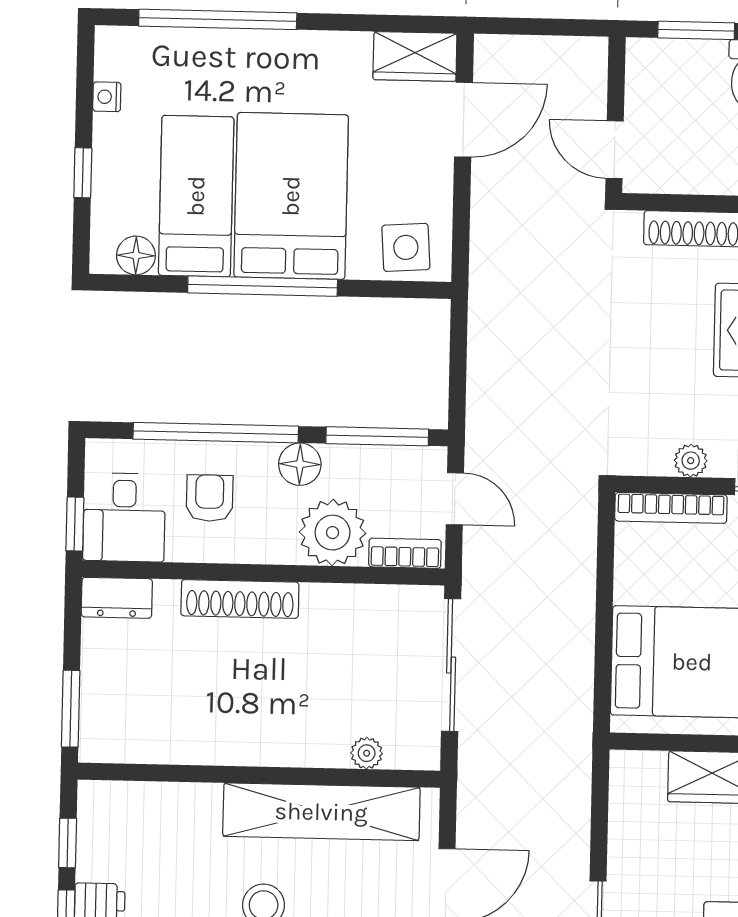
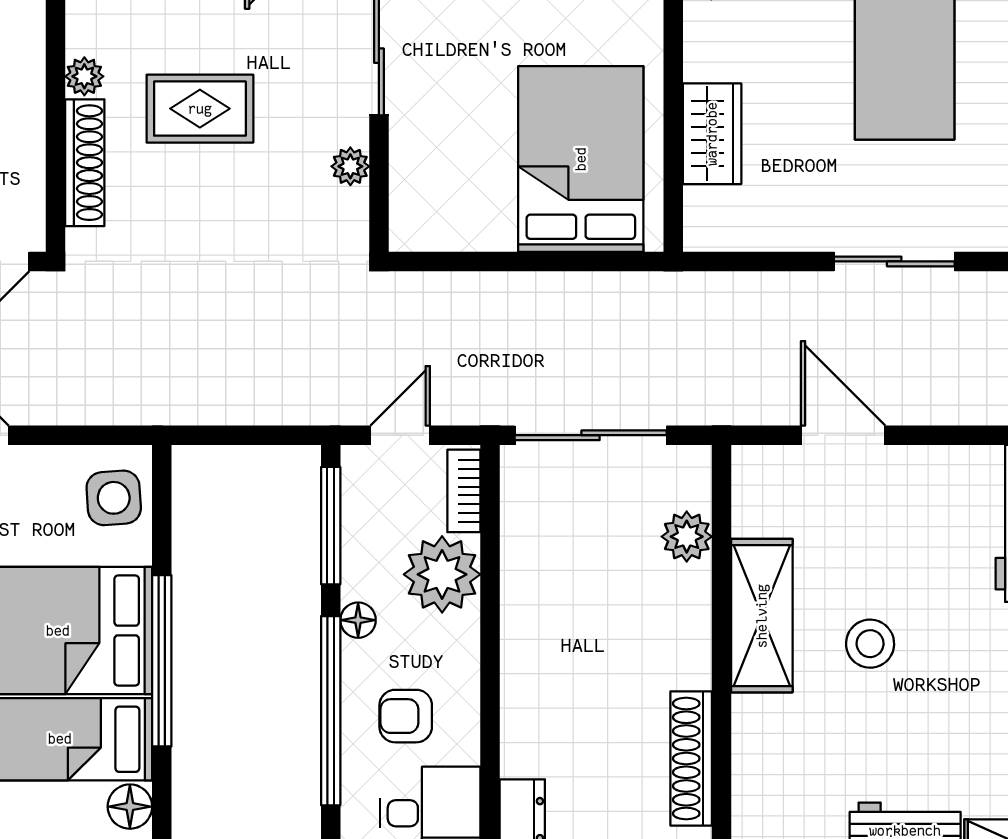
floor lamp: (300, 464) -> (358, 620), width x0.73, depth x0.73
bookcase: (671, 508) -> (405, 188), removed
shoe rack: (240, 599) -> (691, 759), moved, turned 180
plant: (367, 753) -> (687, 537), width x1.38, depth x1.38
shelving: (321, 812) -> (762, 616), width x0.68

